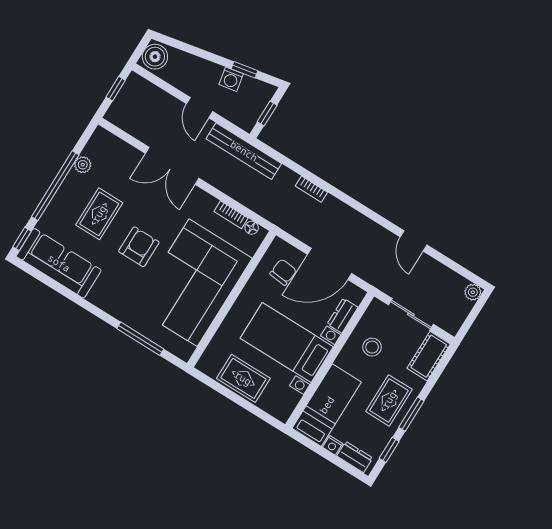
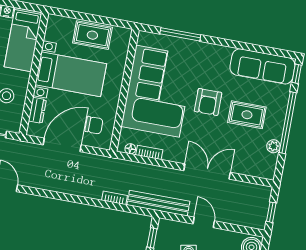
bookcase: (311, 189) -> (114, 198), moved
rug: (99, 214) -> (247, 115), turned 90
chair: (283, 272) -> (94, 125), turned -96

